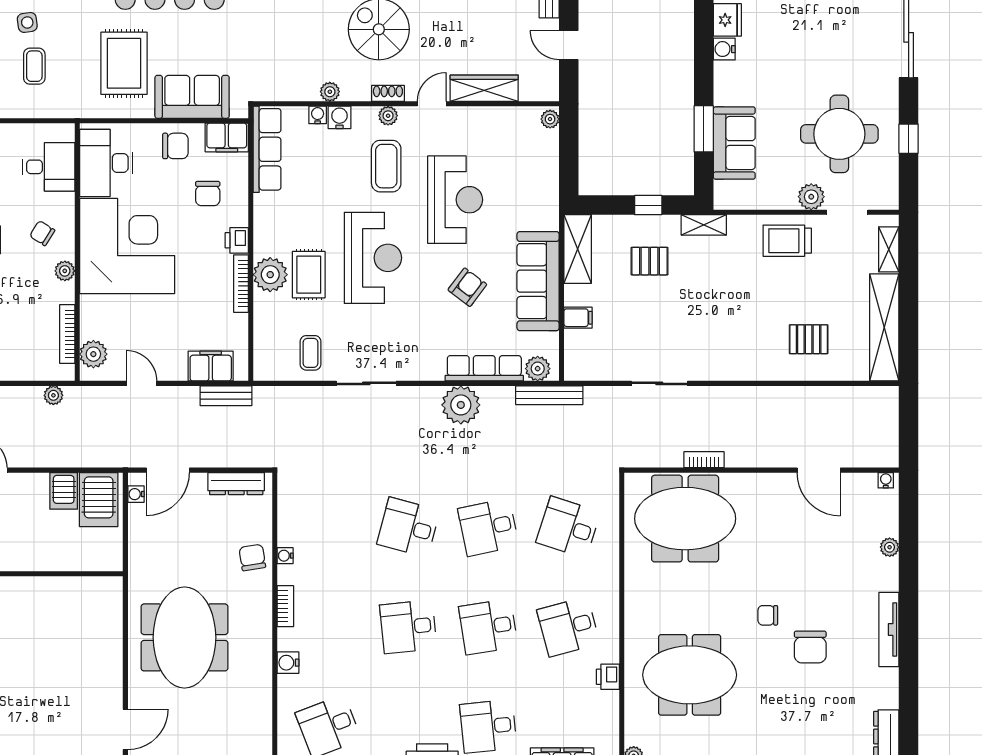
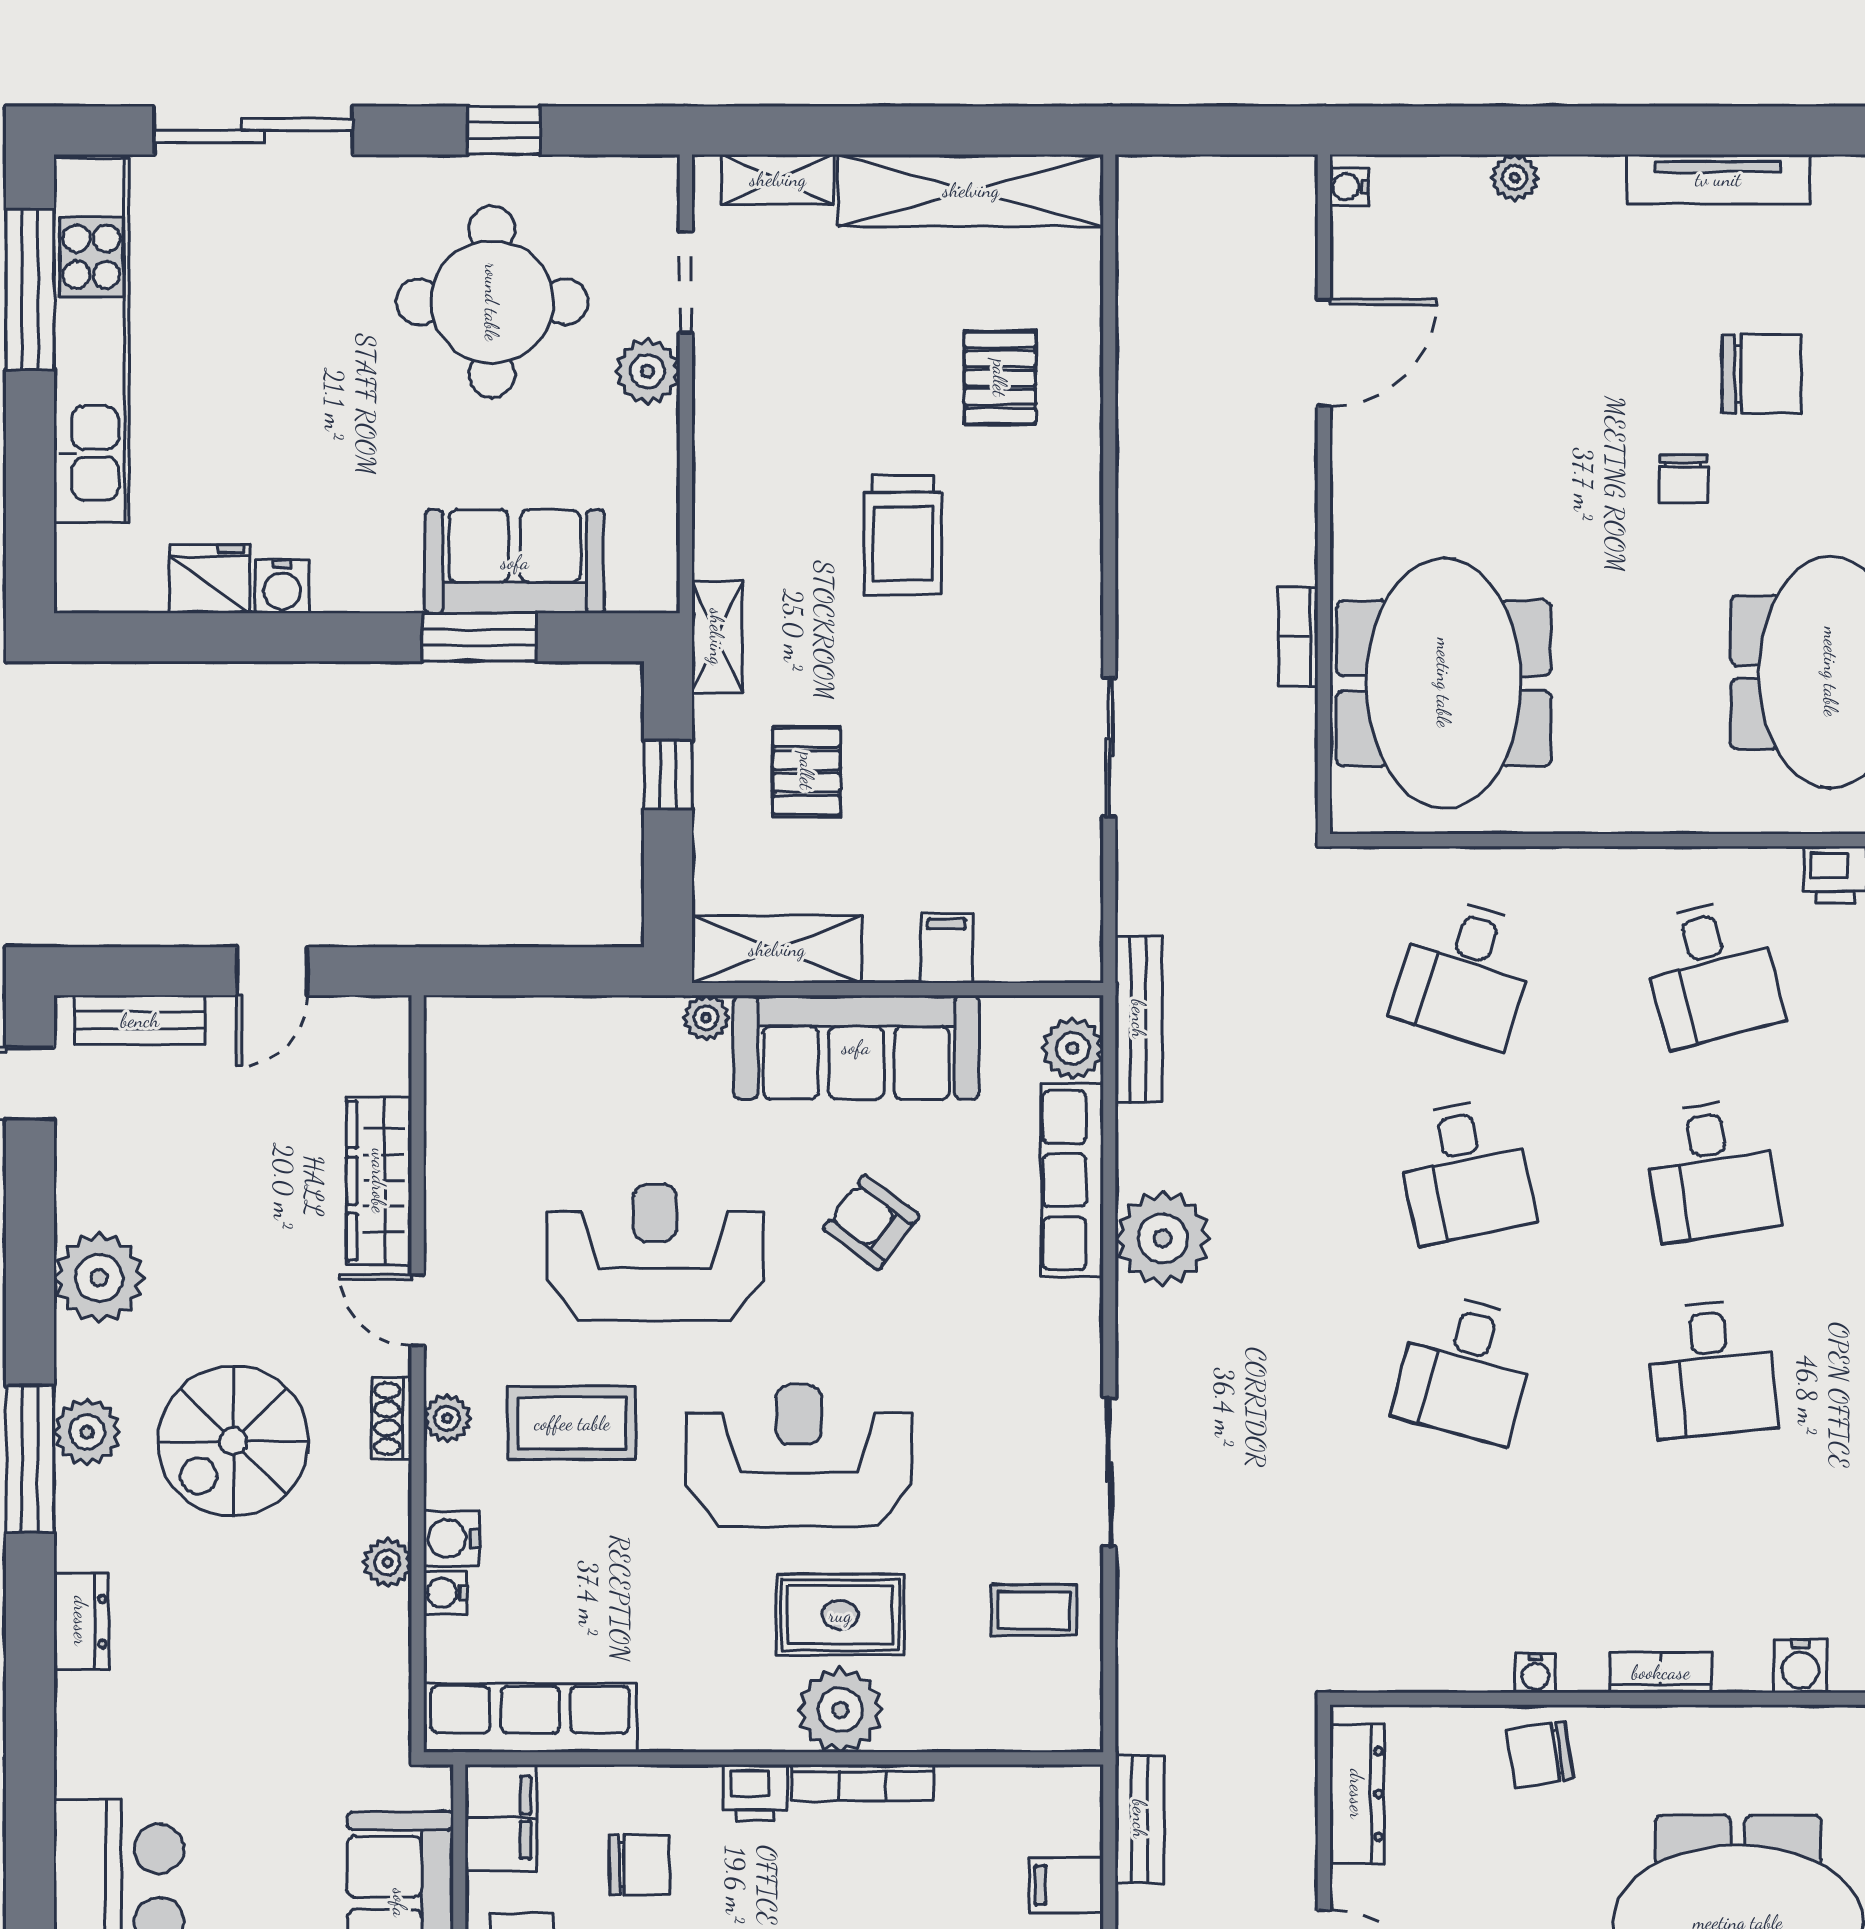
plant: (550, 119) -> (706, 1018), moved
trolley: (787, 241) -> (903, 535), moved
filing cabinet: (211, 366) -> (1066, 1885), width x0.50

